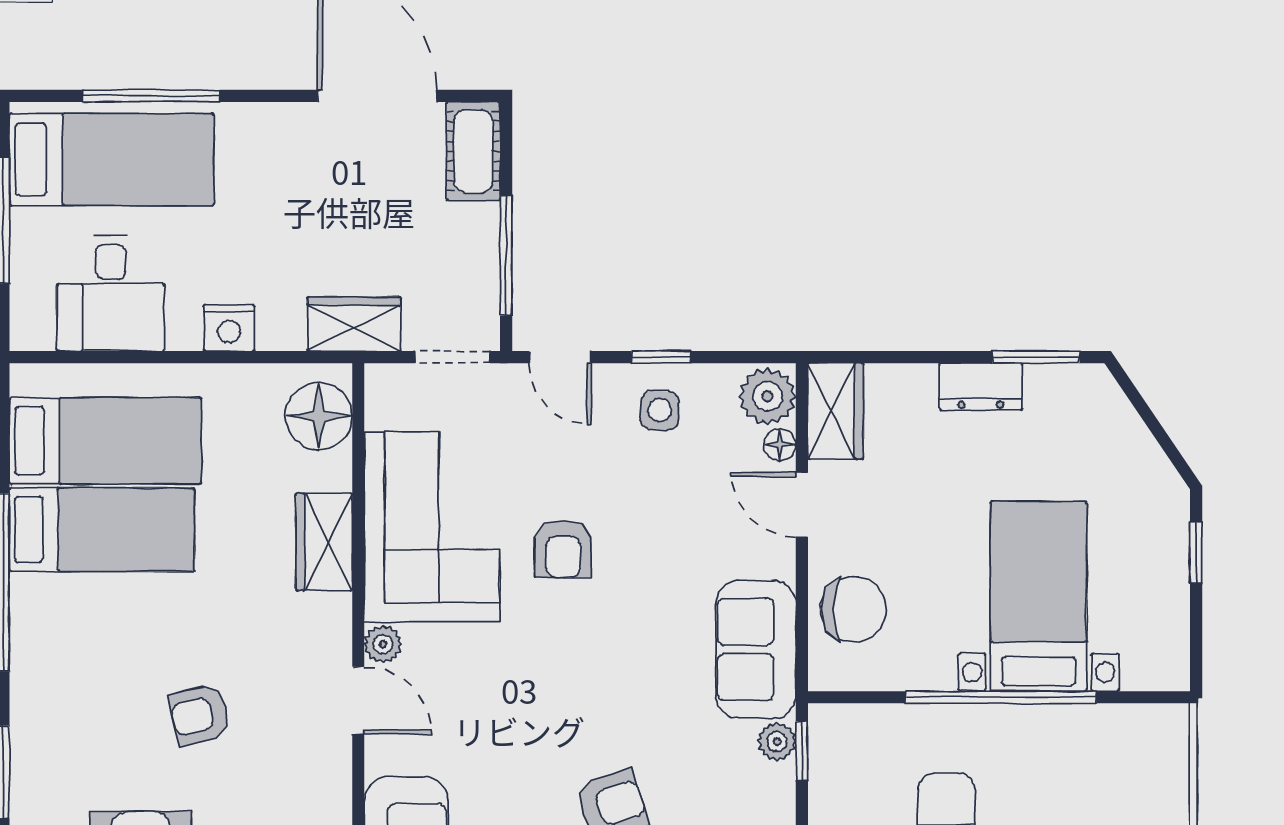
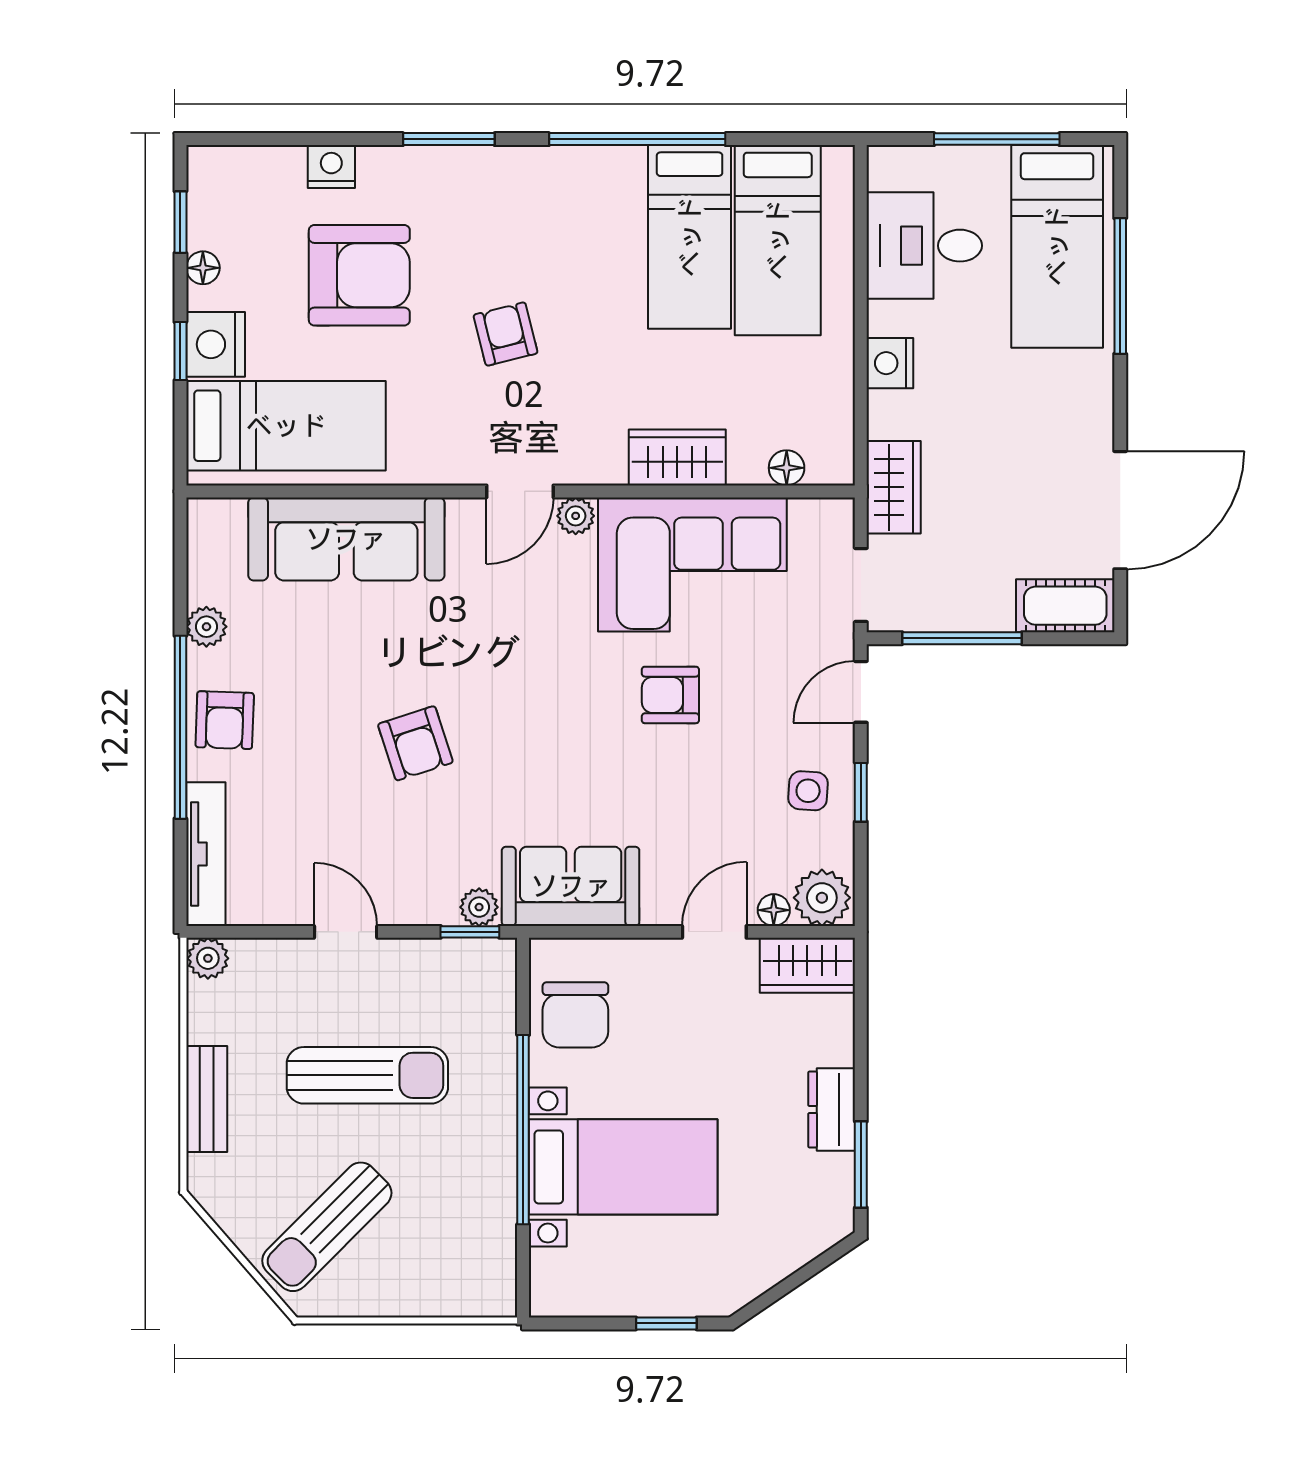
floor lamp: (319, 416) -> (787, 468), width x0.53, depth x0.53
chair: (854, 609) -> (575, 1015), moved

